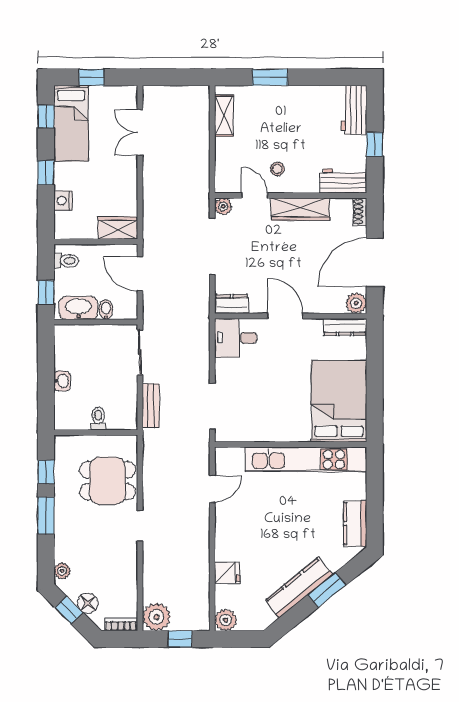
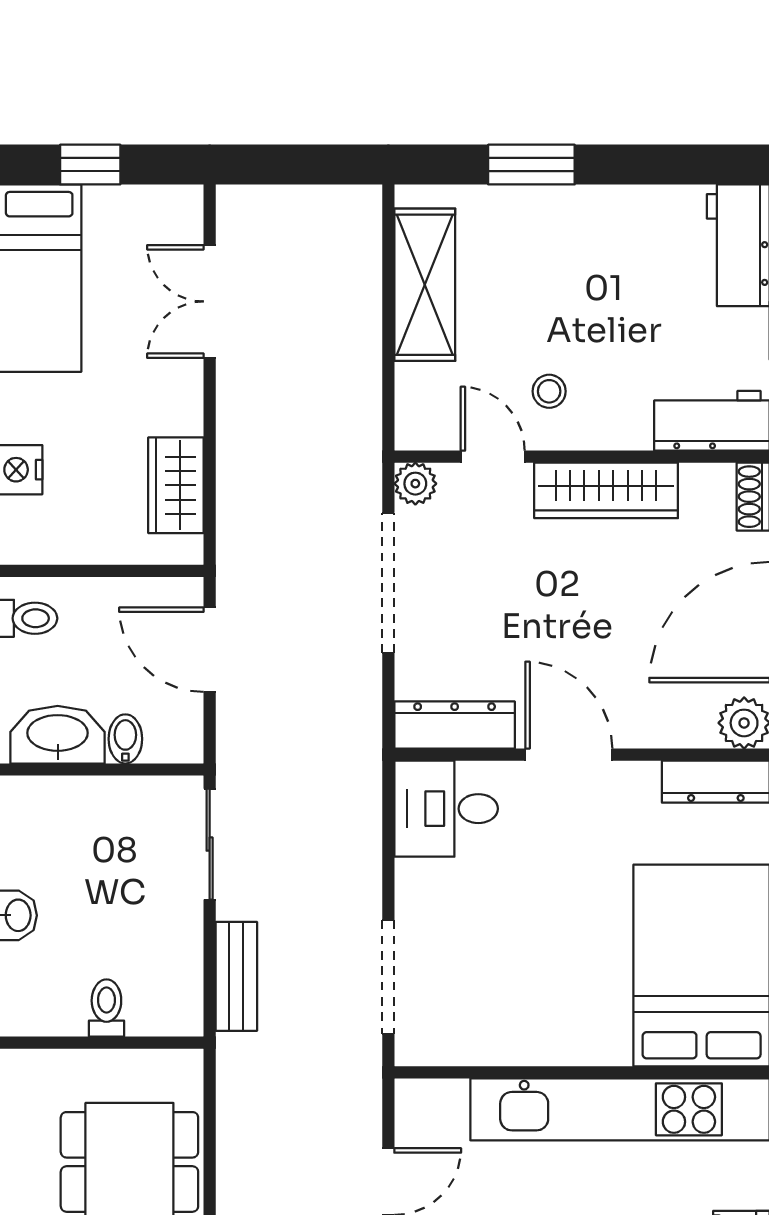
shelving: (224, 116) -> (425, 285), width x1.50, depth x1.33
wardrobe: (118, 228) -> (176, 485), moved, turned -90
dresser: (232, 304) -> (455, 725), width x1.44

